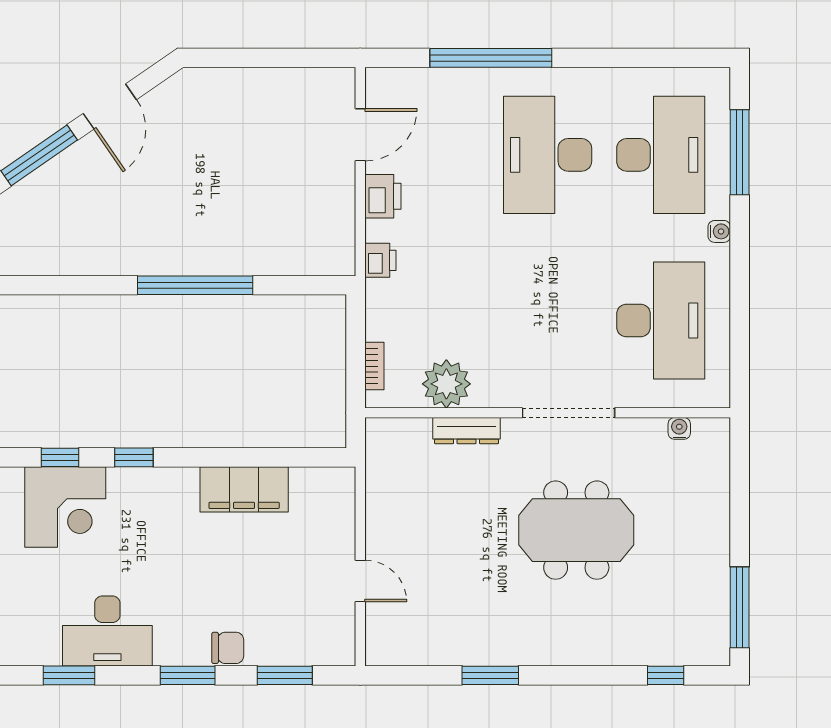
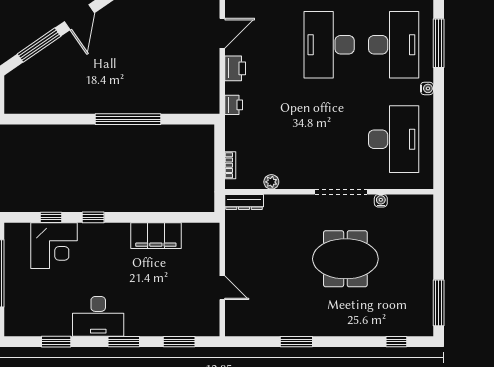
plant: (446, 384) -> (271, 182), width x0.53, depth x0.53
water cooler: (679, 428) -> (381, 201), moved
dresser: (467, 431) -> (244, 202), moved
desk: (107, 631) -> (98, 316), moved
chair: (228, 648) -> (147, 326), removed

